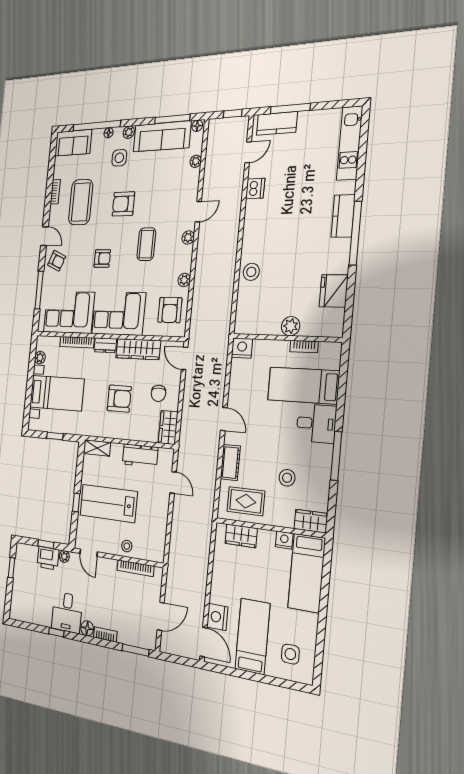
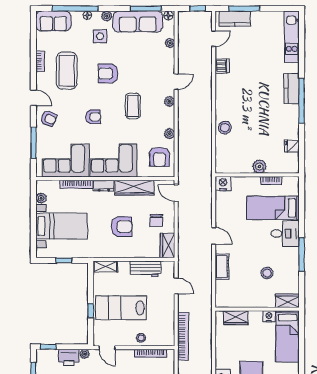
fridge: (334, 291) -> (292, 146), width x0.53, depth x0.75
rug: (246, 501) -> (237, 293), removed
window: (46, 544) -> (48, 347), moved
bookcase: (175, 552) -> (183, 336), added

